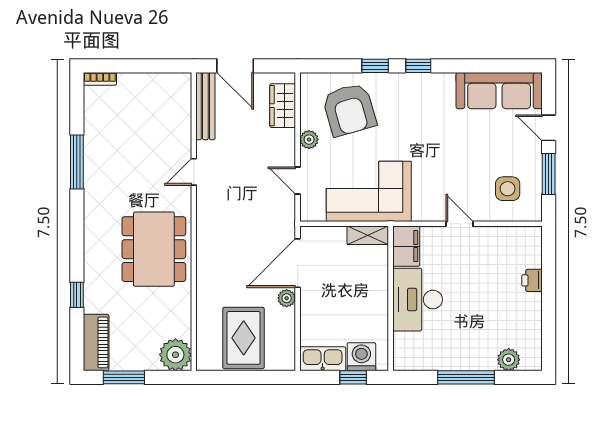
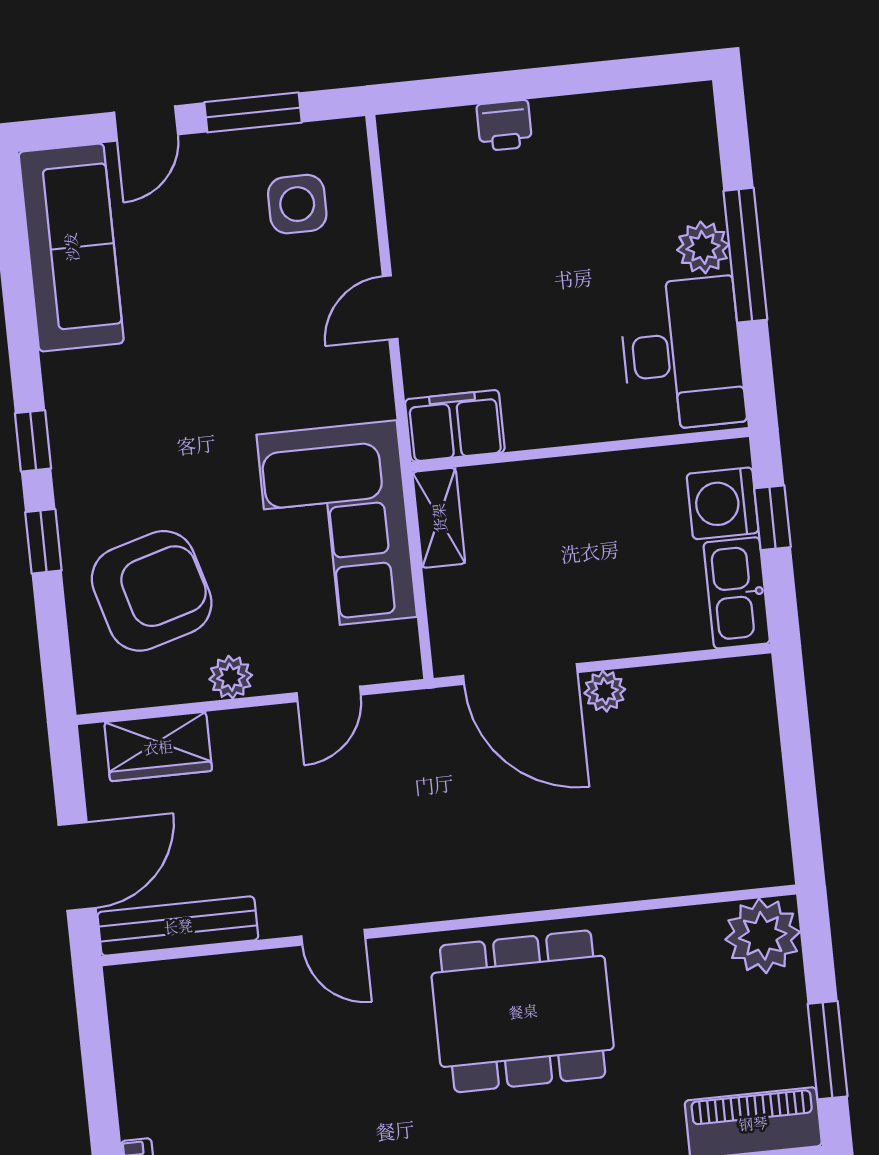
desk: (418, 300) -> (682, 354), moved, turned -90
rug: (244, 338) -> (707, 782), removed
plant: (509, 360) -> (703, 247), moved

